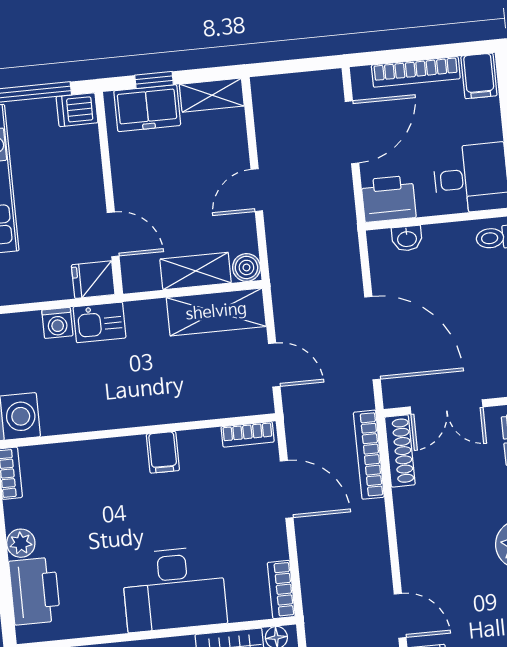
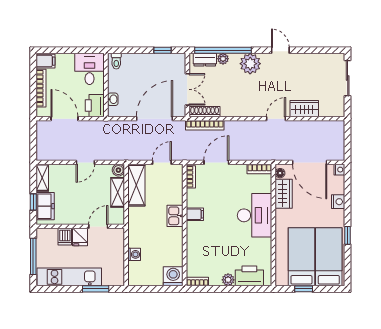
dishwasher: (77, 110) -> (65, 237), moved
door: (257, 190) -> (85, 162), hinge flipped
fridge: (93, 280) -> (80, 237), moved
kitchen sink: (99, 322) -> (175, 216), moved, turned 180

